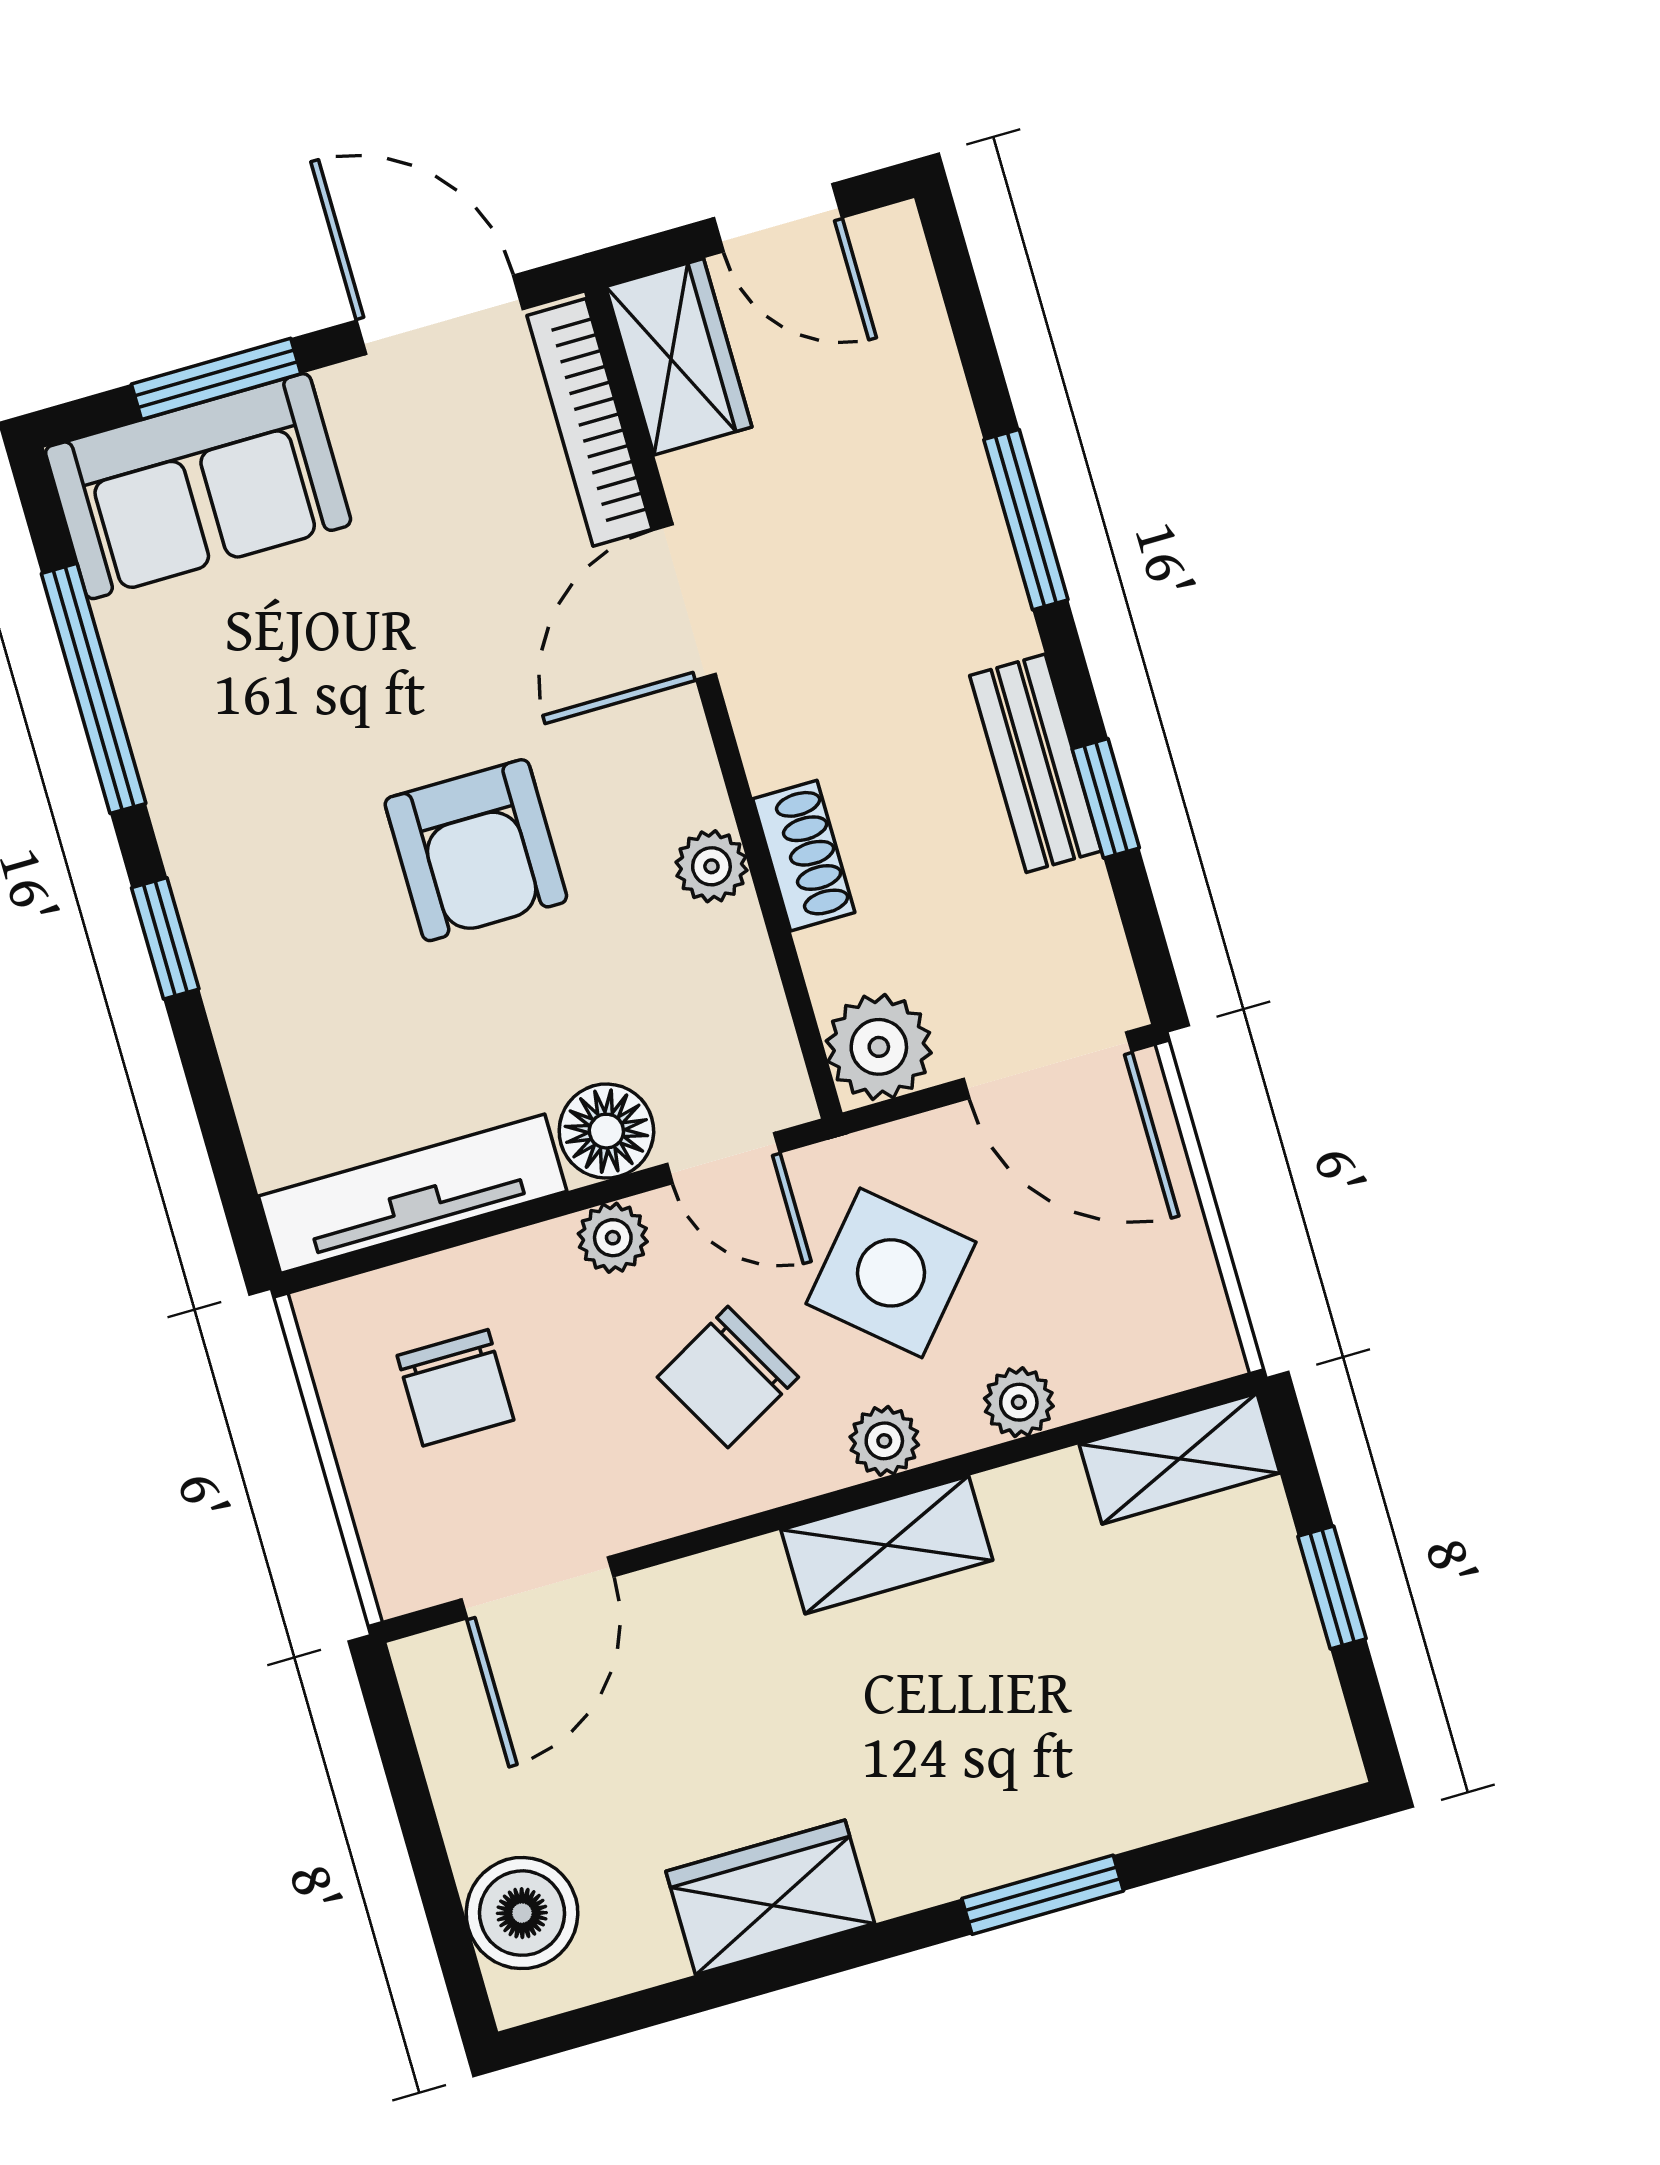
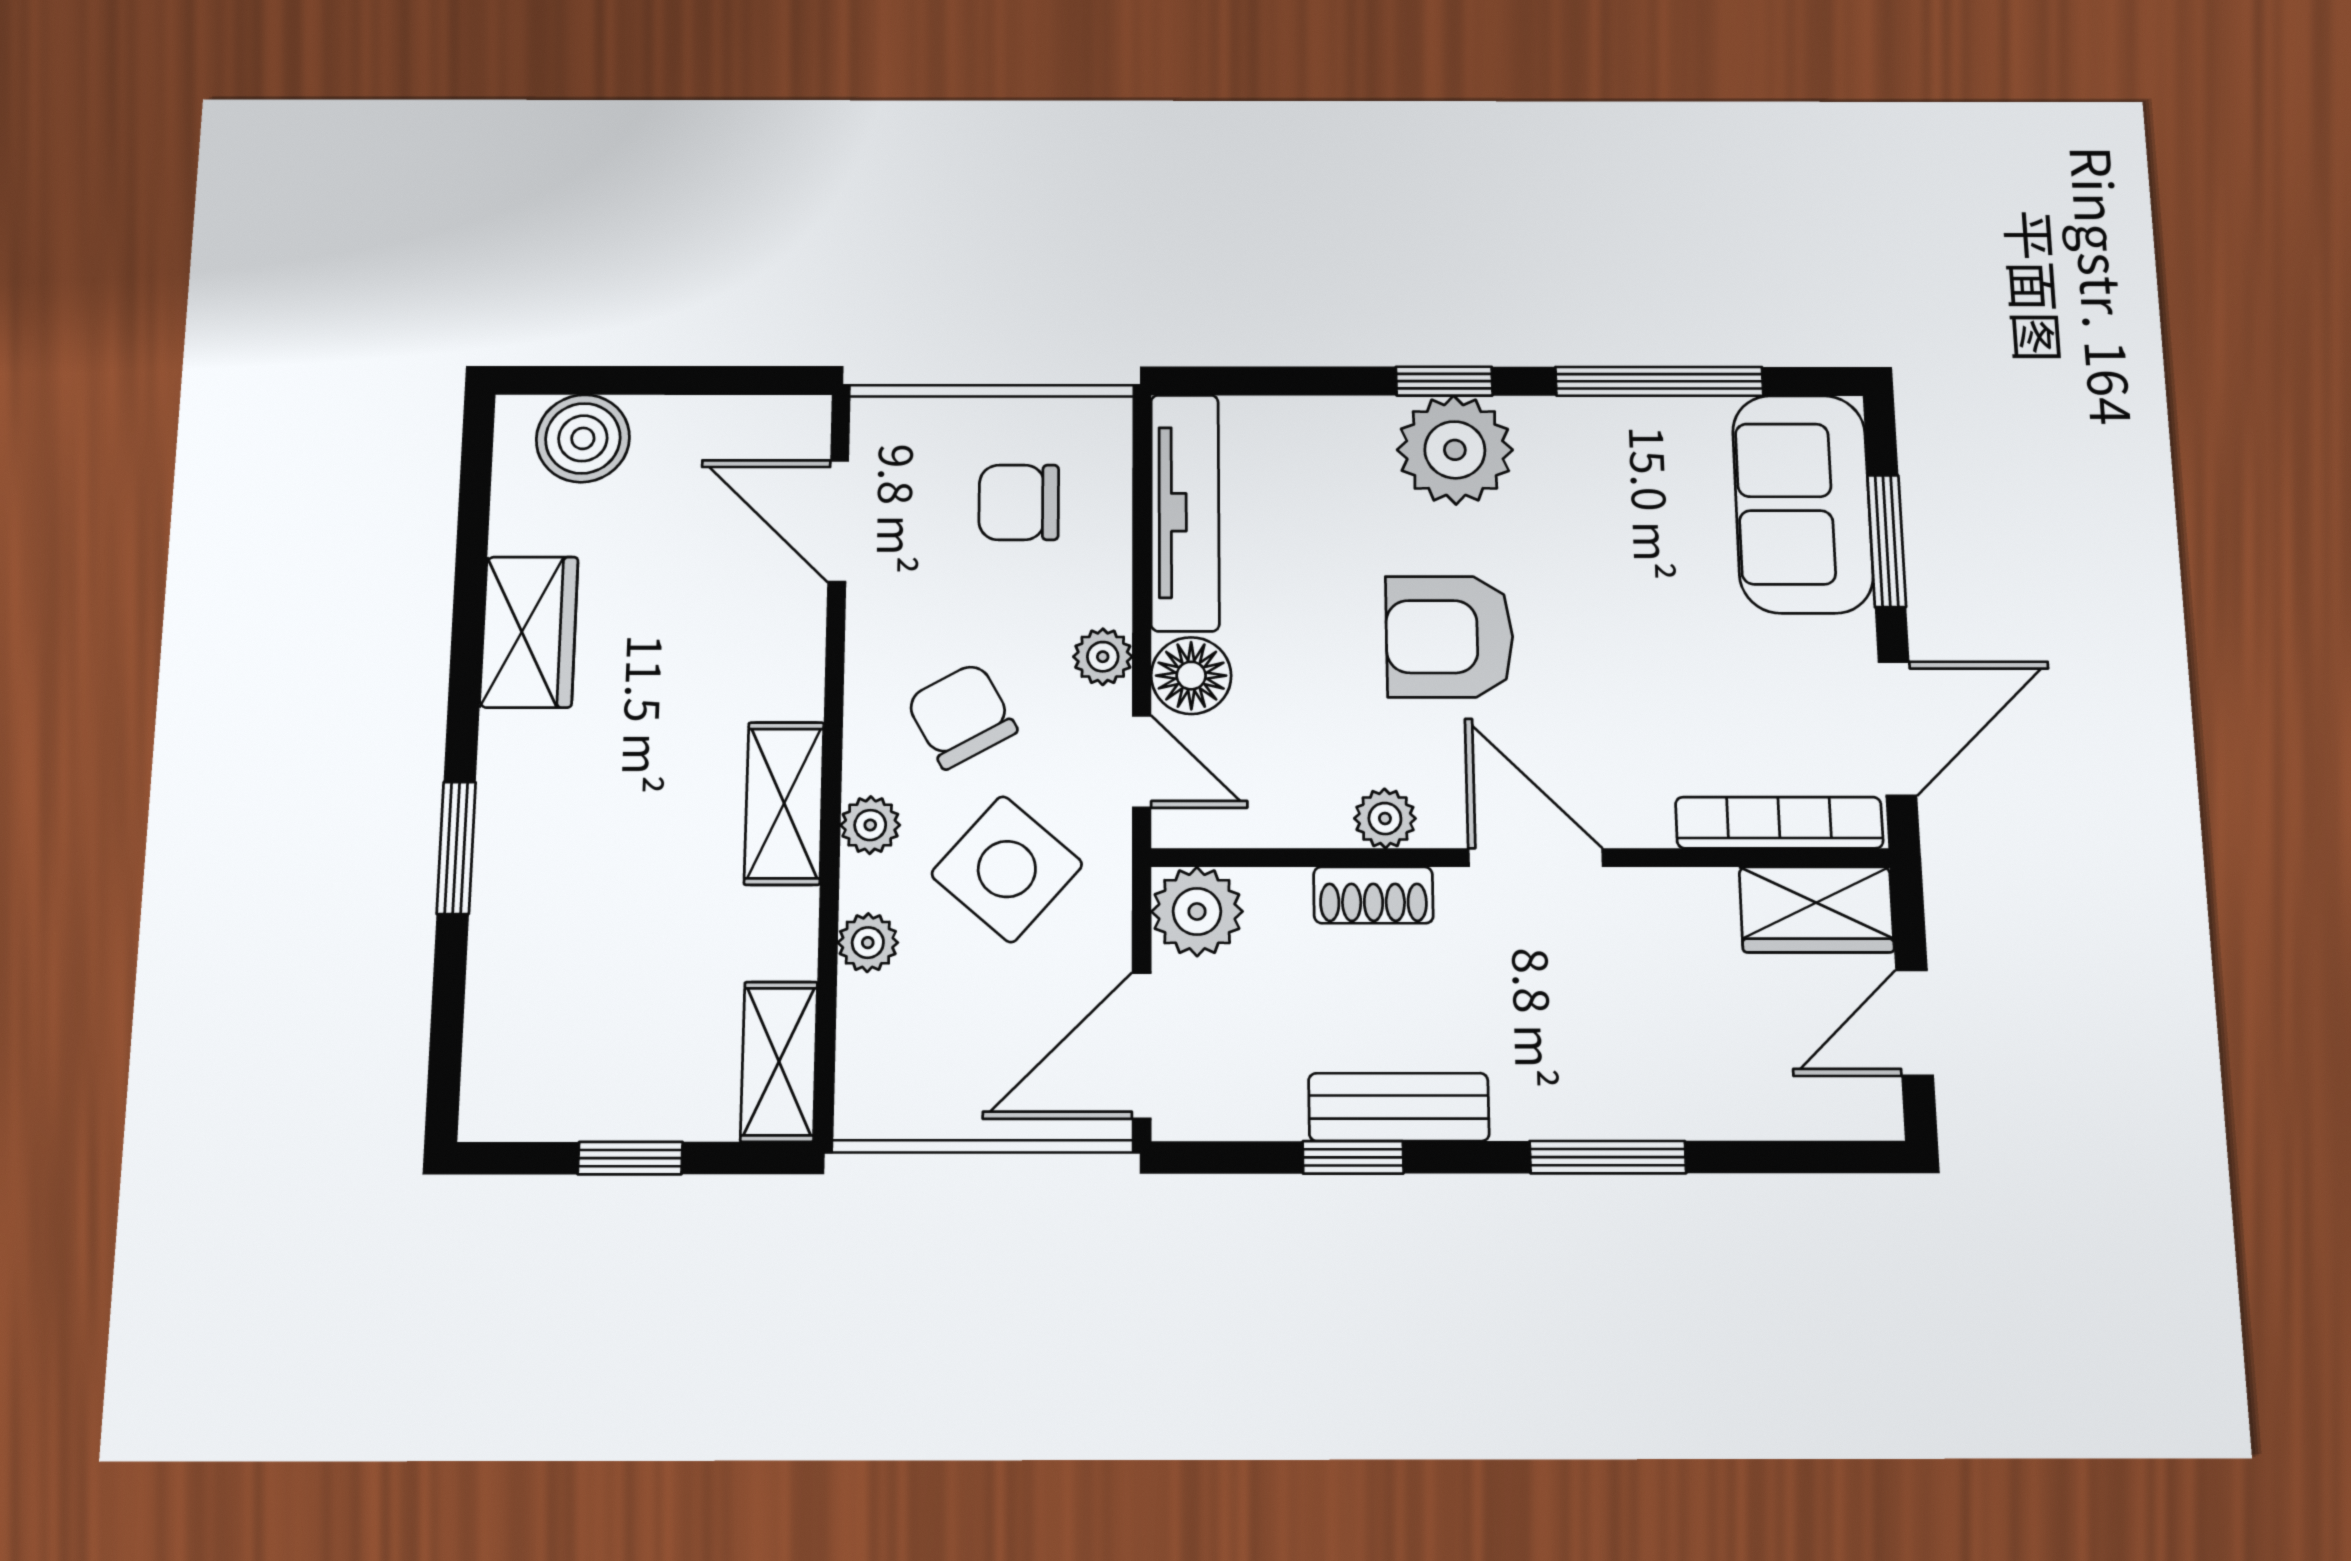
door: (685, 602) -> (1536, 858), moved
plant: (247, 904) -> (1455, 450), added
door: (723, 1158) -> (1142, 761), swing flipped

